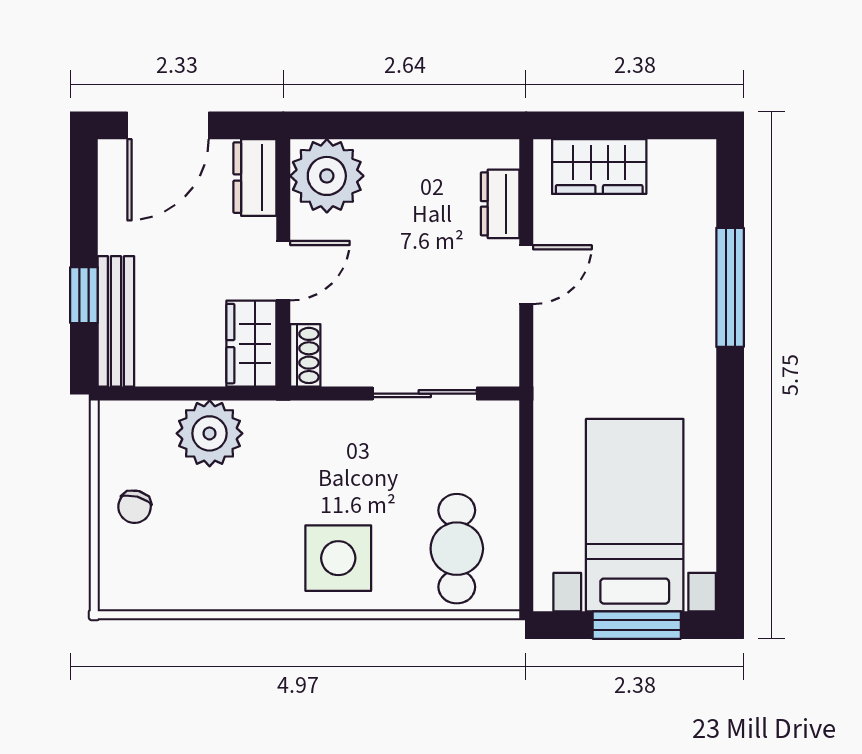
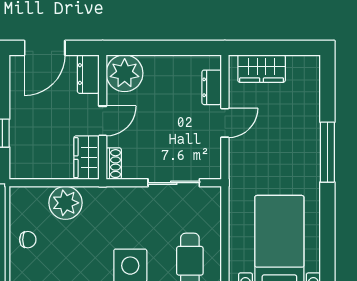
window: (730, 287) -> (327, 152), moved
bench: (116, 321) -> (18, 146), removed
chair: (135, 507) -> (28, 240), turned -105

